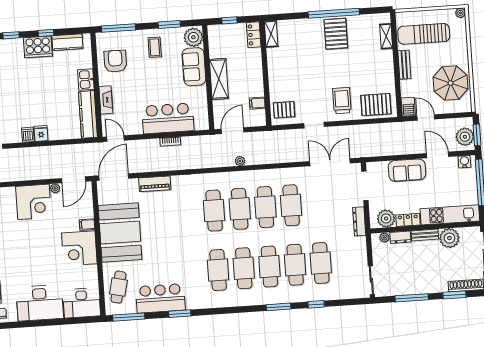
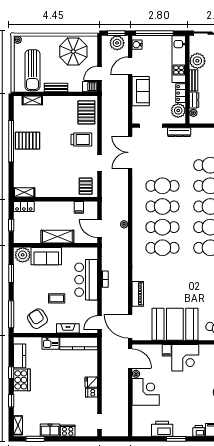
coffee table: (155, 47) -> (57, 298), moved
armchair: (115, 61) -> (37, 319), turned 57
trolley: (342, 101) -> (81, 139), turned 180

